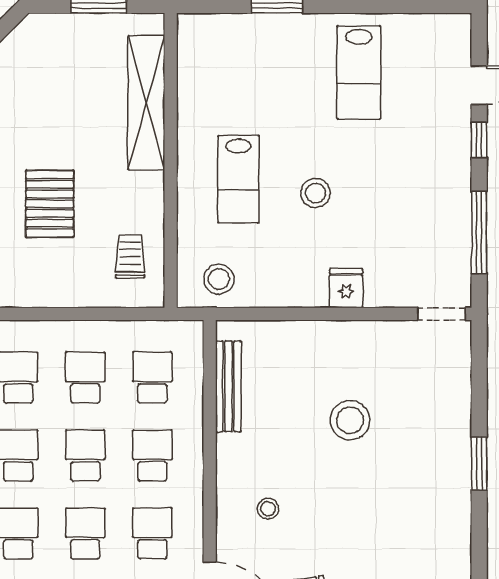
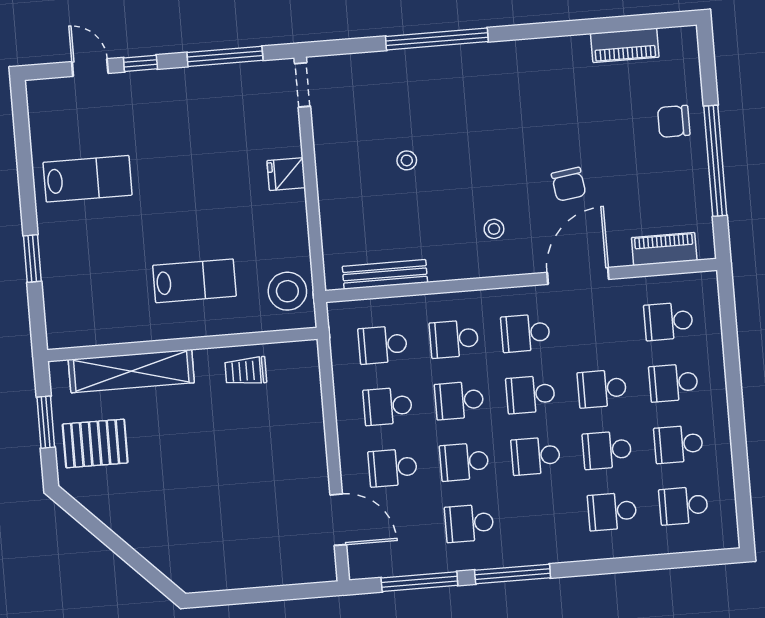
stool: (315, 193) -> (201, 209), removed
pallet: (50, 204) -> (95, 443), moved
trolley: (130, 256) -> (246, 371), moved
stool: (219, 279) -> (287, 291), width x1.38, depth x1.38
stool: (350, 420) -> (407, 160), width x0.53, depth x0.53
window: (479, 464) -> (437, 39), width x2.11

